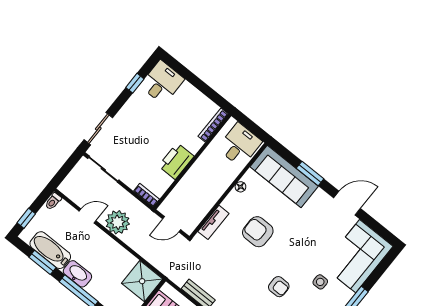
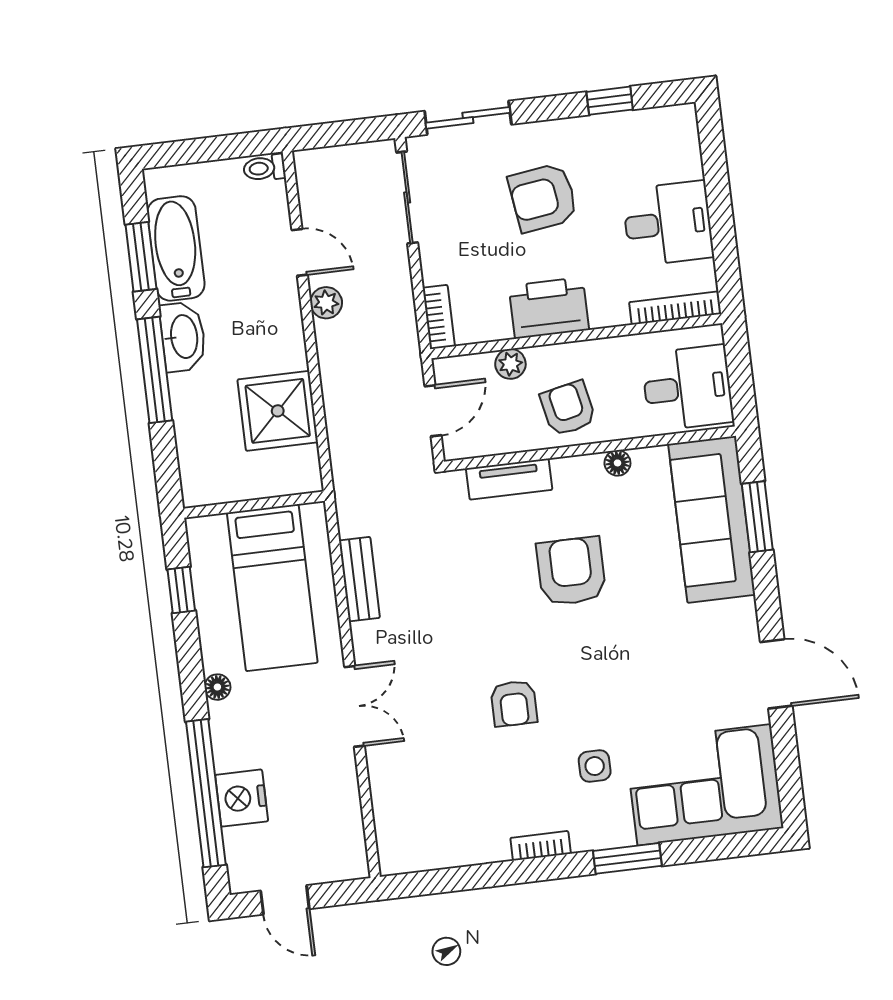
desk: (162, 82) -> (668, 223), moved
armchair: (143, 131) -> (543, 198), added
window: (310, 174) -> (757, 517), moved
armchair: (210, 185) -> (568, 408), added
plant: (181, 188) -> (510, 364), added
window: (26, 218) -> (188, 152), removed
plant: (118, 222) -> (326, 303), width x0.53, depth x0.53
door: (172, 224) -> (433, 411), swing flipped
shower: (142, 281) -> (278, 411), moved

